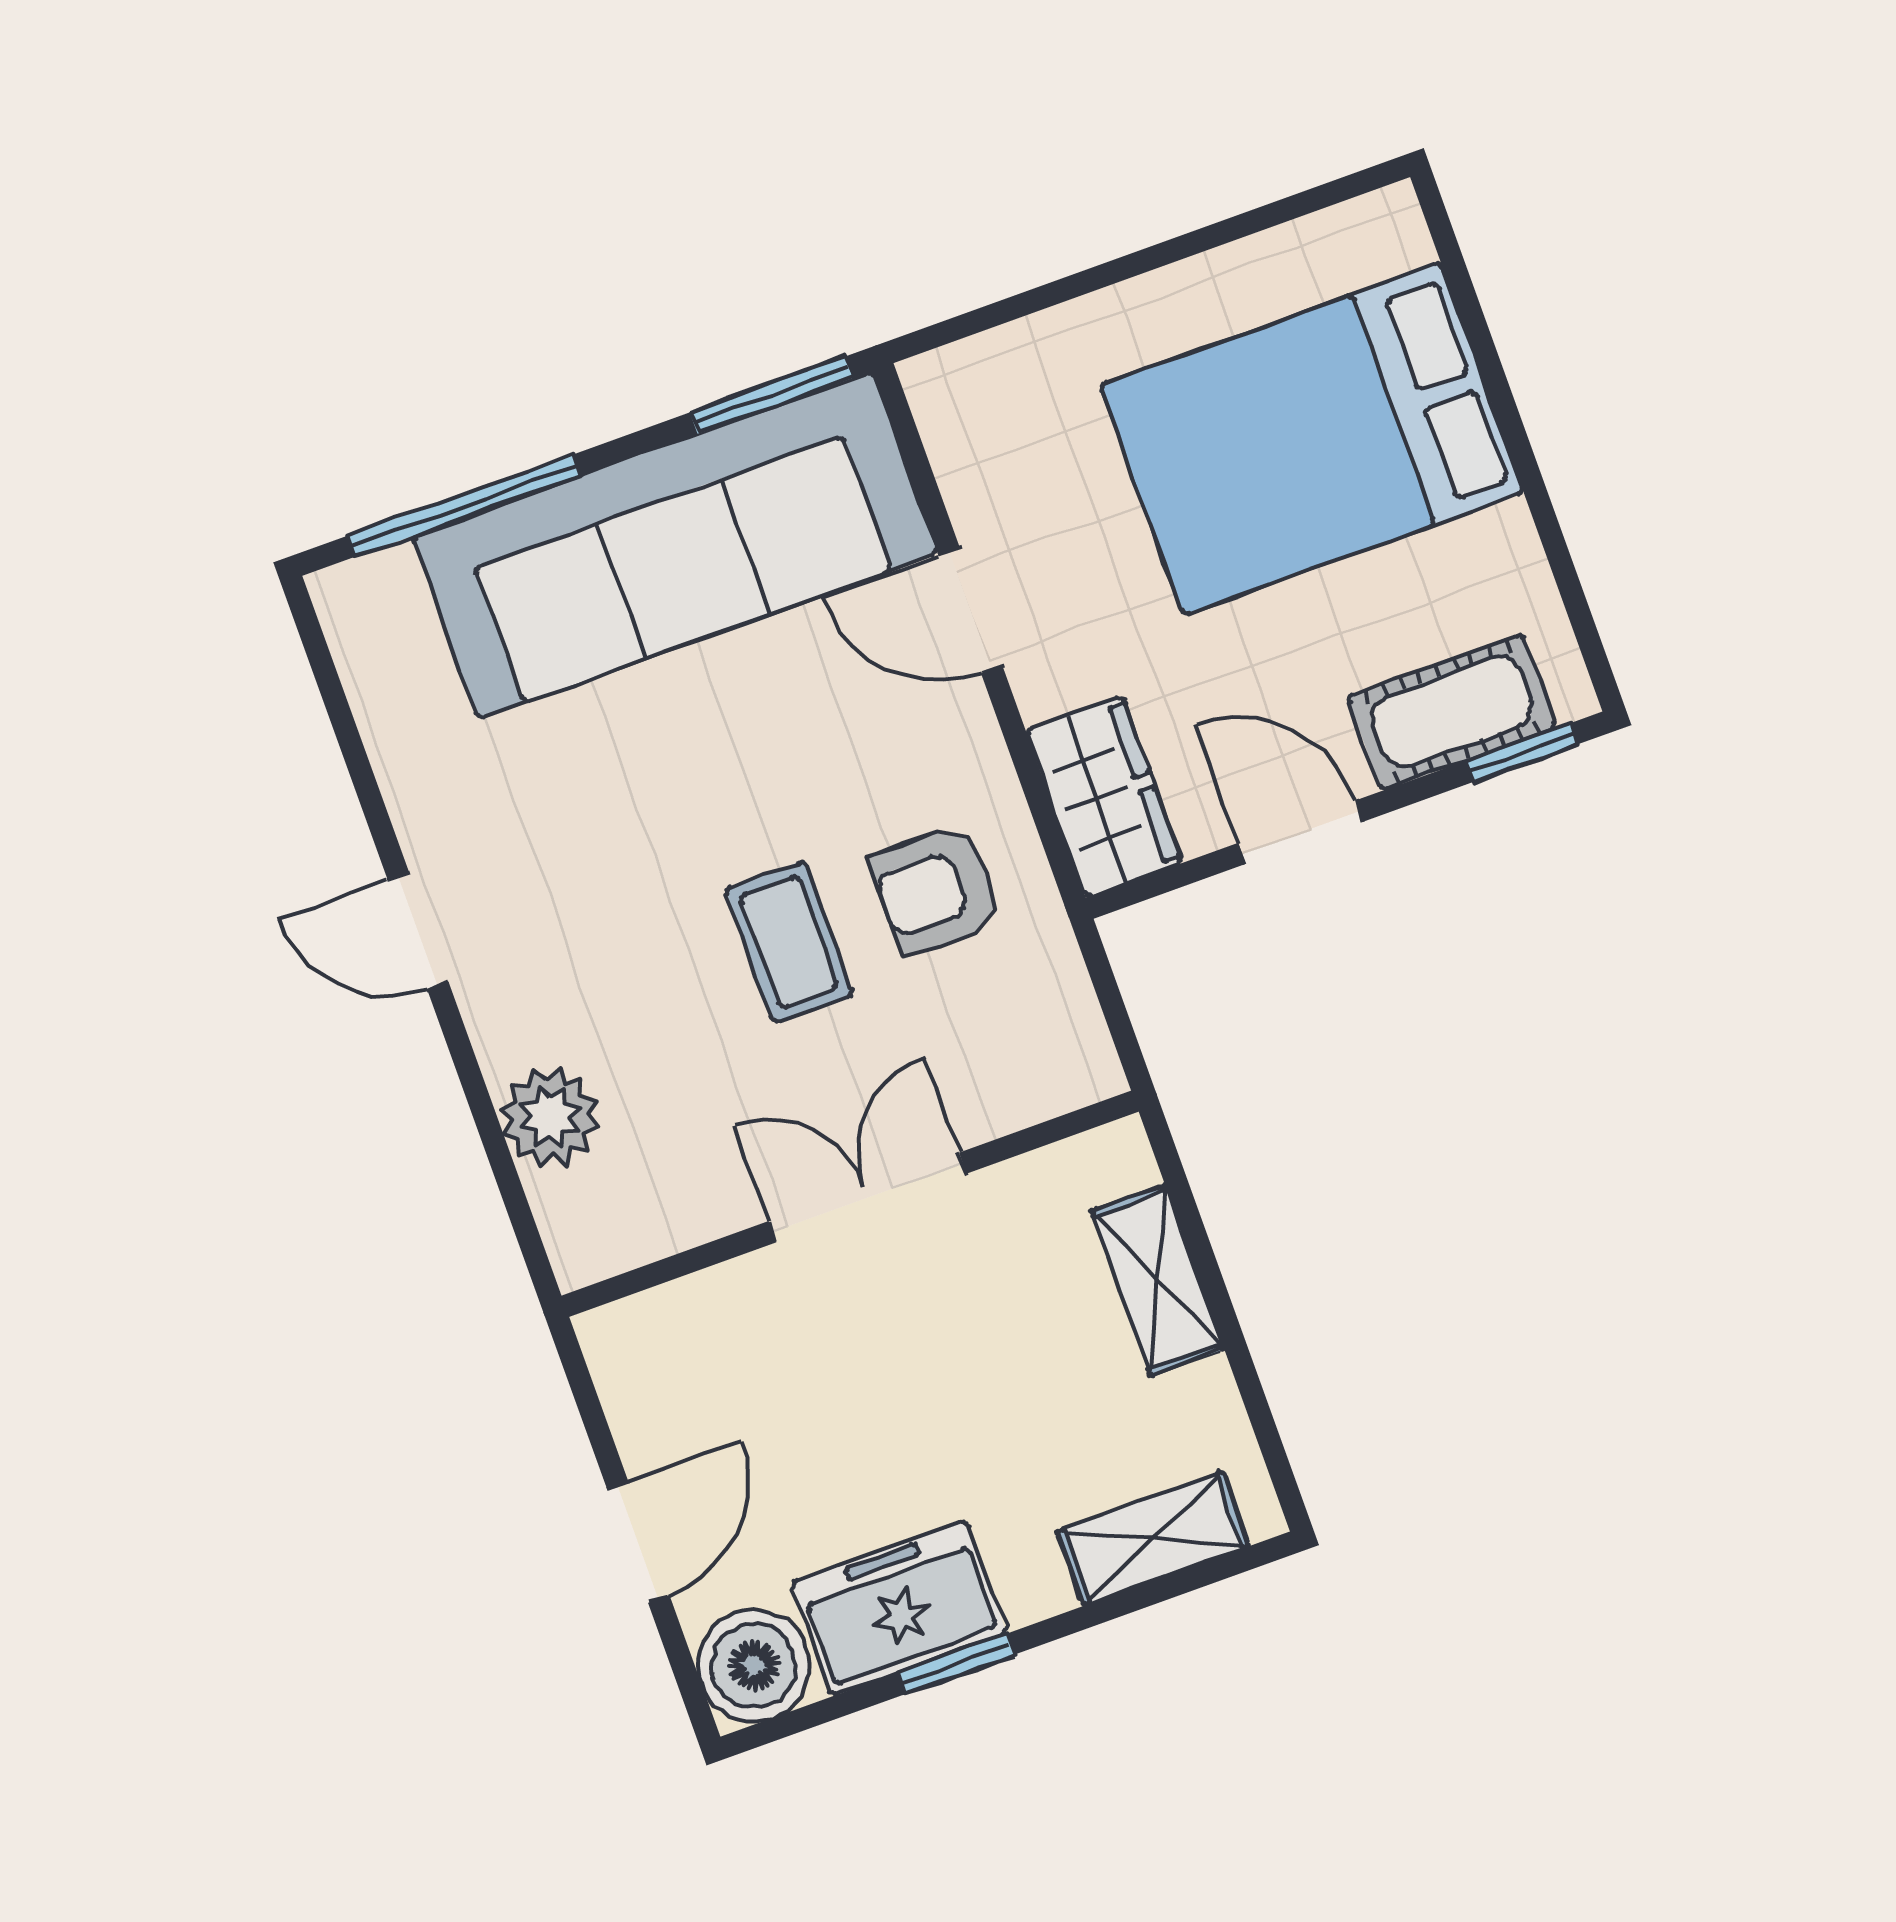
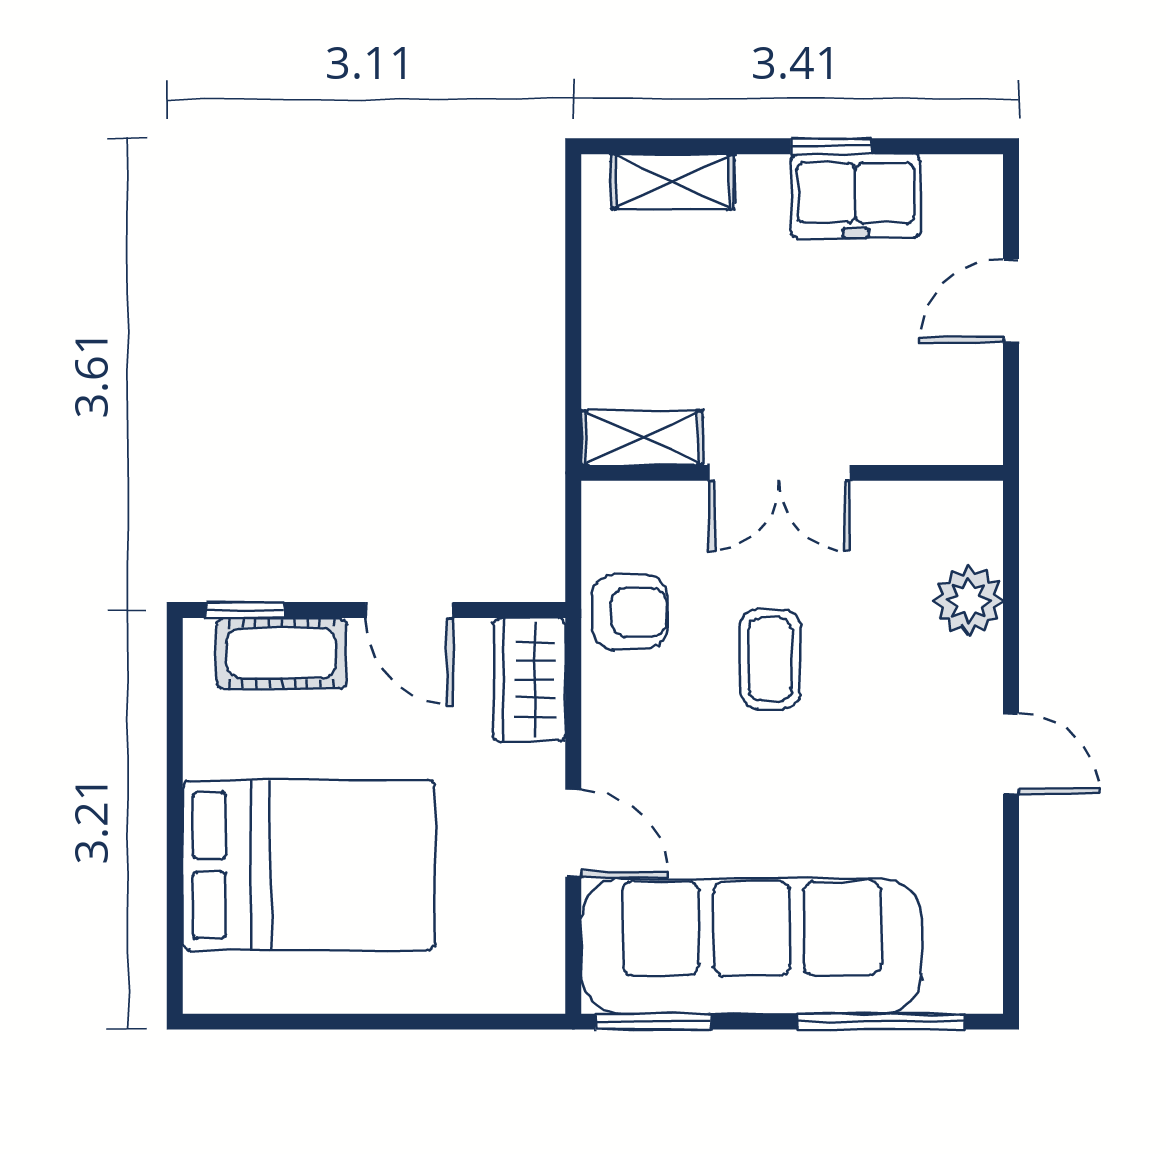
armchair: (936, 889) -> (630, 612), moved
shelving: (1158, 1280) -> (642, 438), moved, turned 90
boiler: (754, 1665) -> (964, 193), removed

